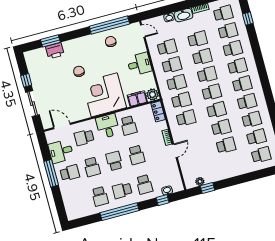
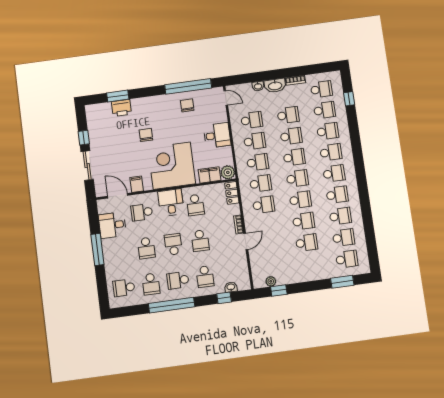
filing cabinet: (77, 114) -> (137, 184), added
school desk: (70, 173) -> (124, 288), moved, turned 180
window: (260, 174) -> (342, 282), added

